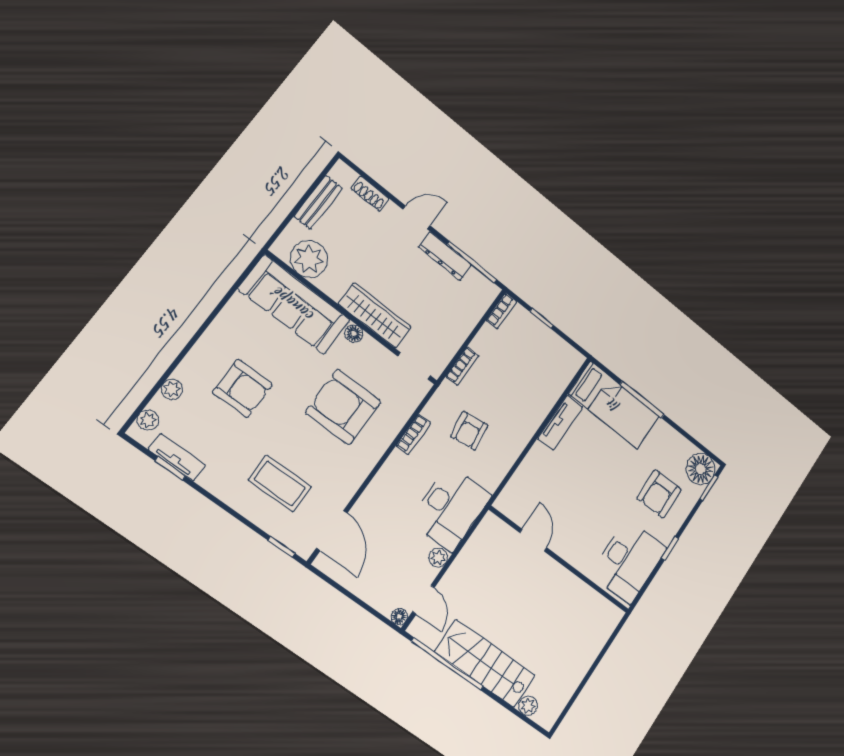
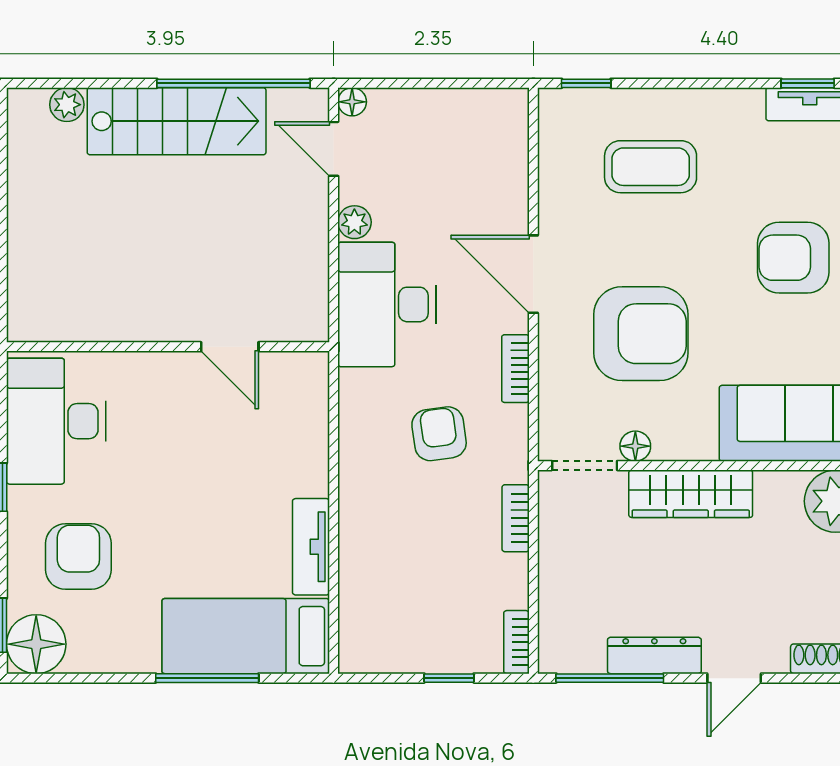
floor lamp: (354, 334) -> (635, 446), moved
door: (332, 531) -> (533, 274), moved

